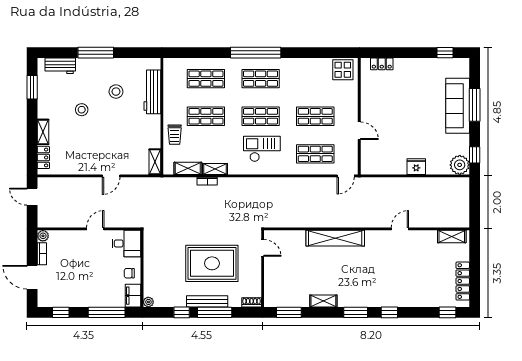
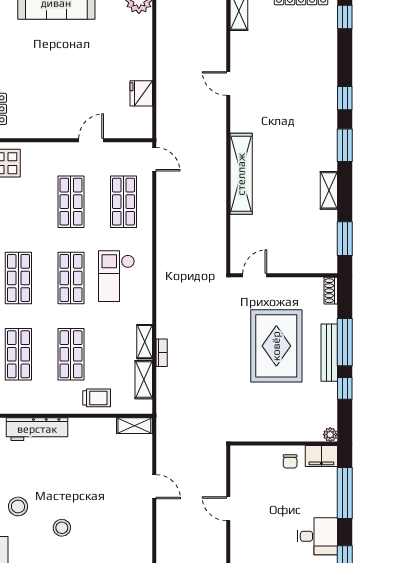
stool: (116, 92) -> (18, 506), moved
fridge: (416, 167) -> (141, 93), moved
desk: (126, 243) -> (317, 536), moved, turned 90

